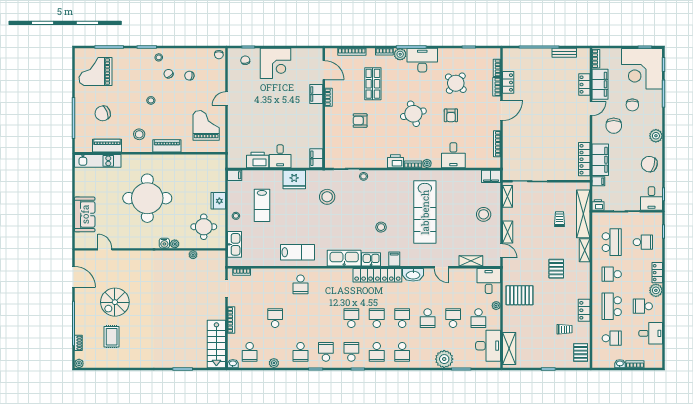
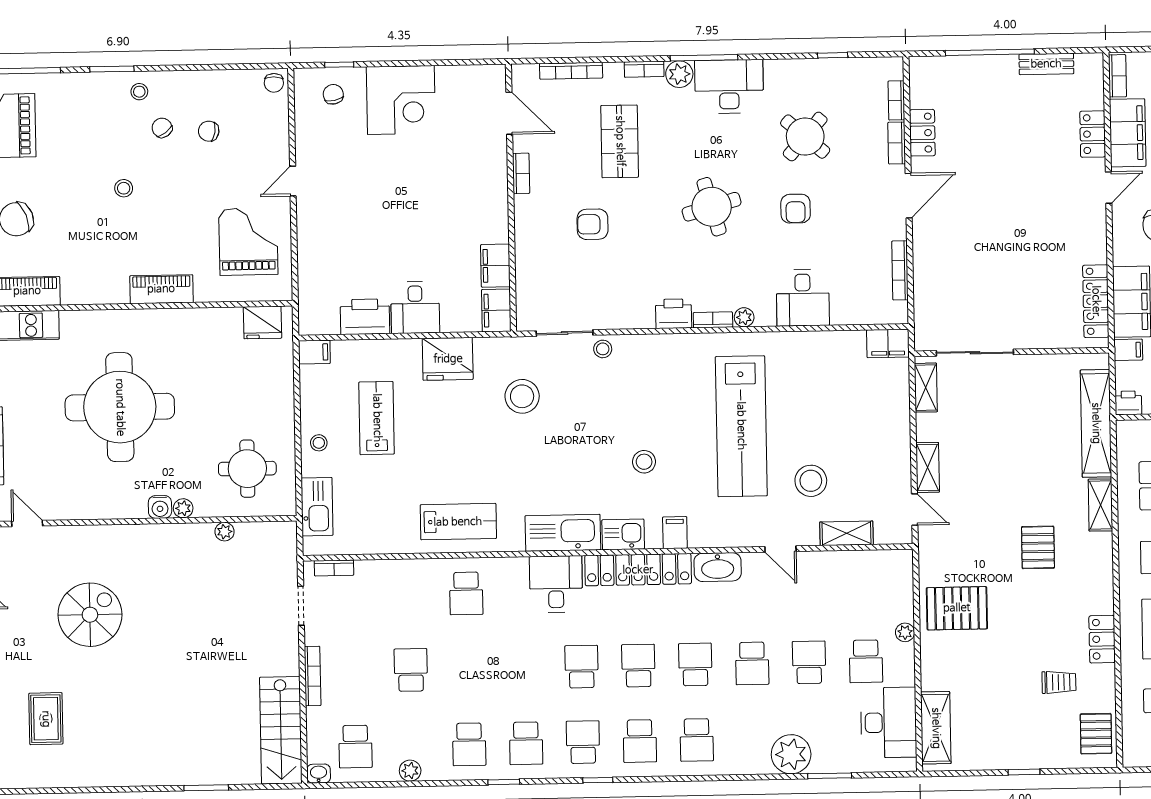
filing cabinet: (316, 94) -> (495, 266), moved
stool: (139, 134) -> (99, 264), removed
fridge: (218, 201) -> (263, 322), moved, turned -90
lab bench: (262, 205) -> (377, 418), turned 180
stool: (484, 214) -> (811, 481), moved
trolley: (559, 219) -> (1043, 436), removed
desk: (489, 281) -> (556, 584), moved
spiral stairs: (115, 302) -> (90, 615), moved, turned 180
school desk: (326, 352) -> (526, 743), turned 180

